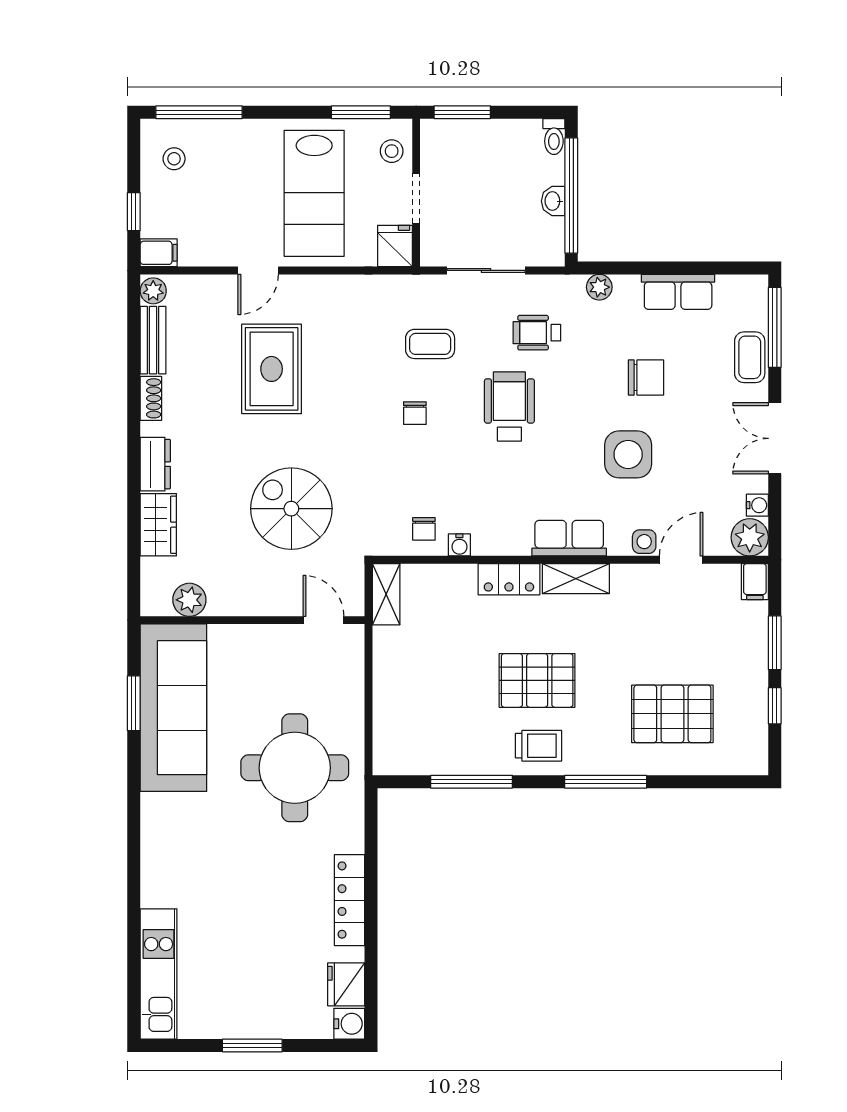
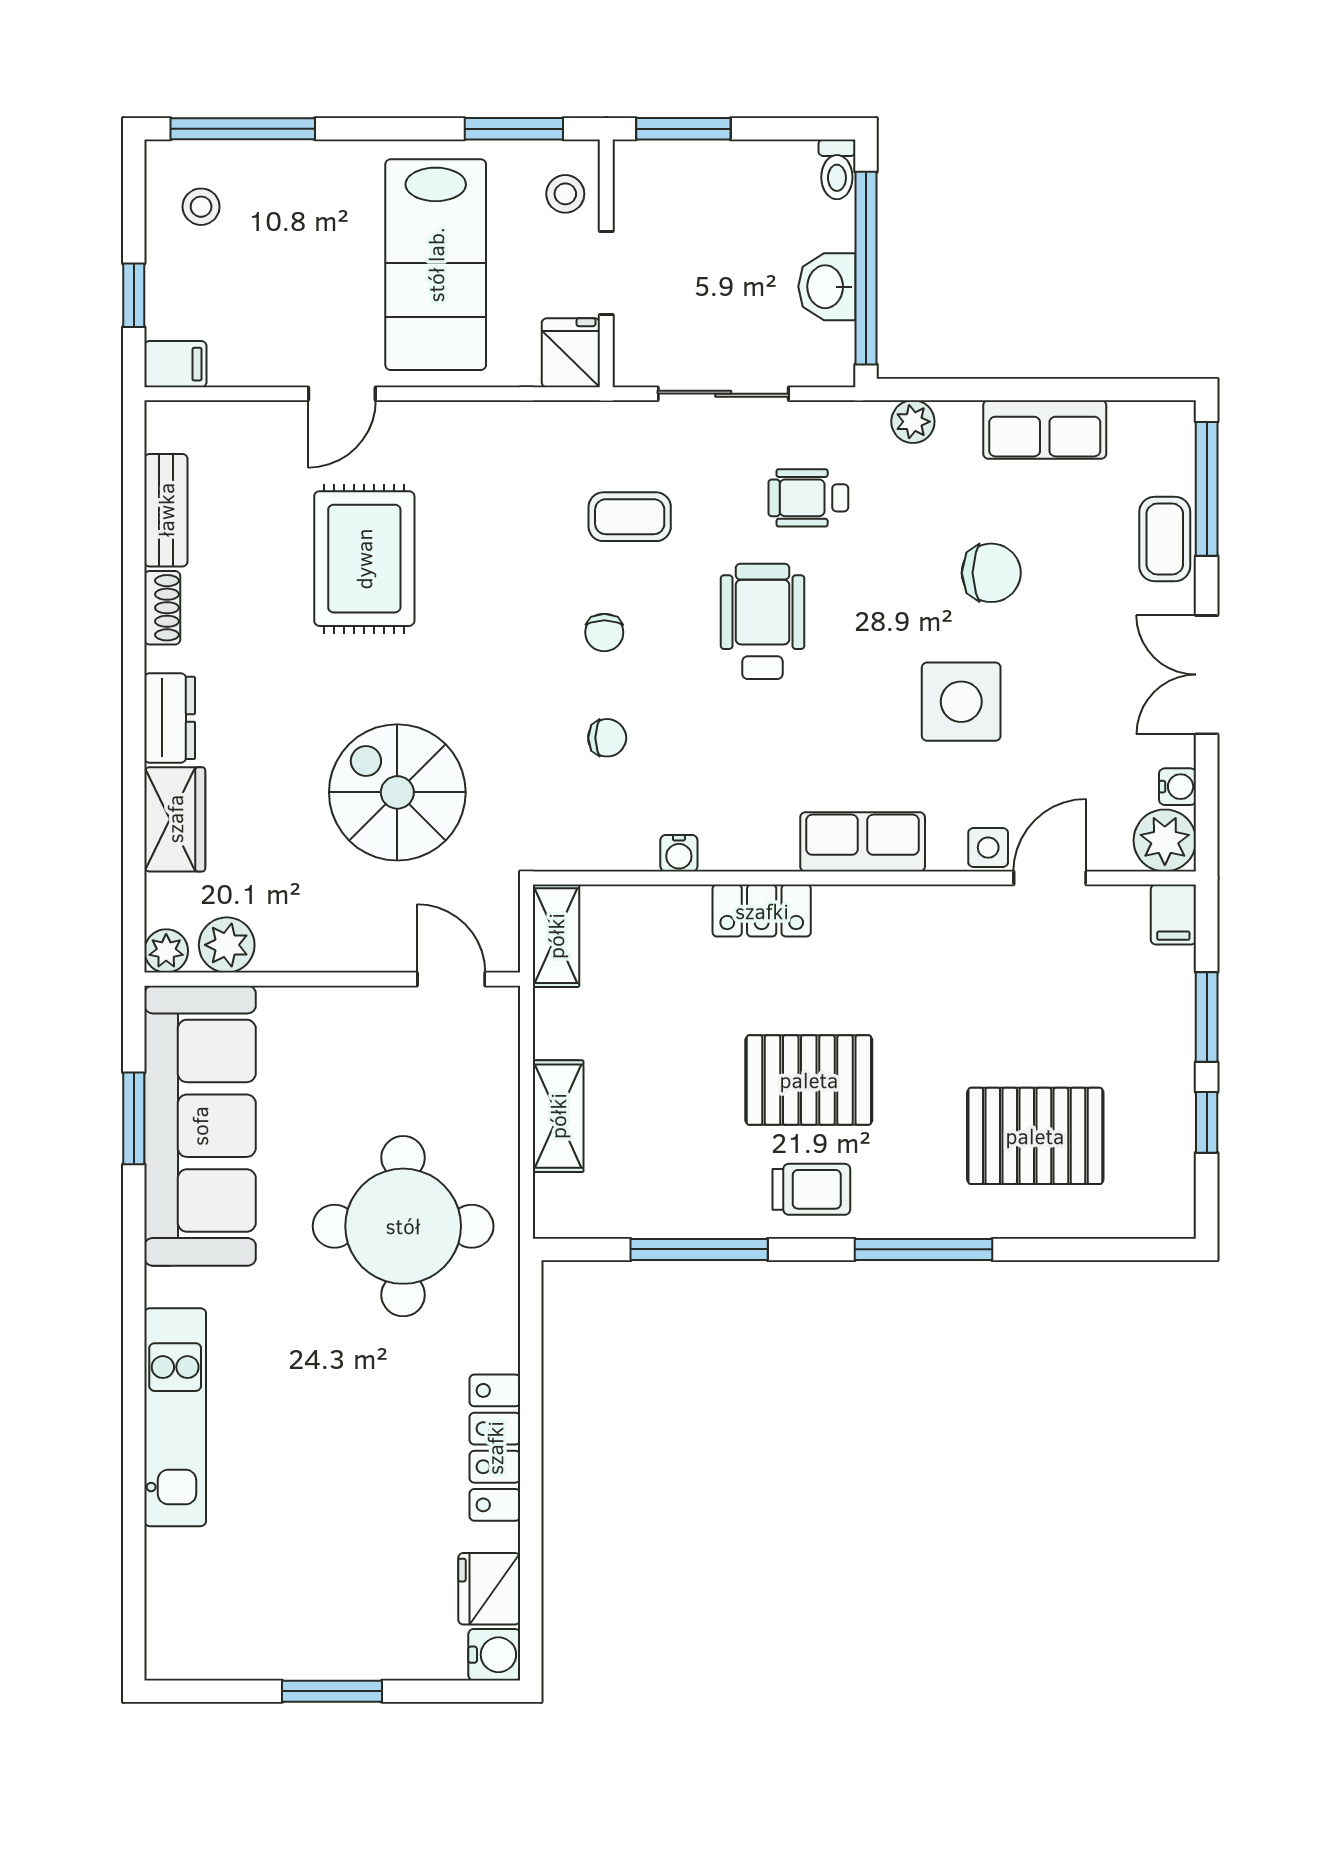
washbasin: (553, 201) -> (827, 287), width x1.38, depth x1.45
plant: (153, 291) -> (166, 951), moved
chair: (424, 529) -> (607, 738), moved, turned -90
shelving: (576, 579) -> (558, 1116), moved, turned 90
kitchen unit: (159, 974) -> (175, 1417), moved

